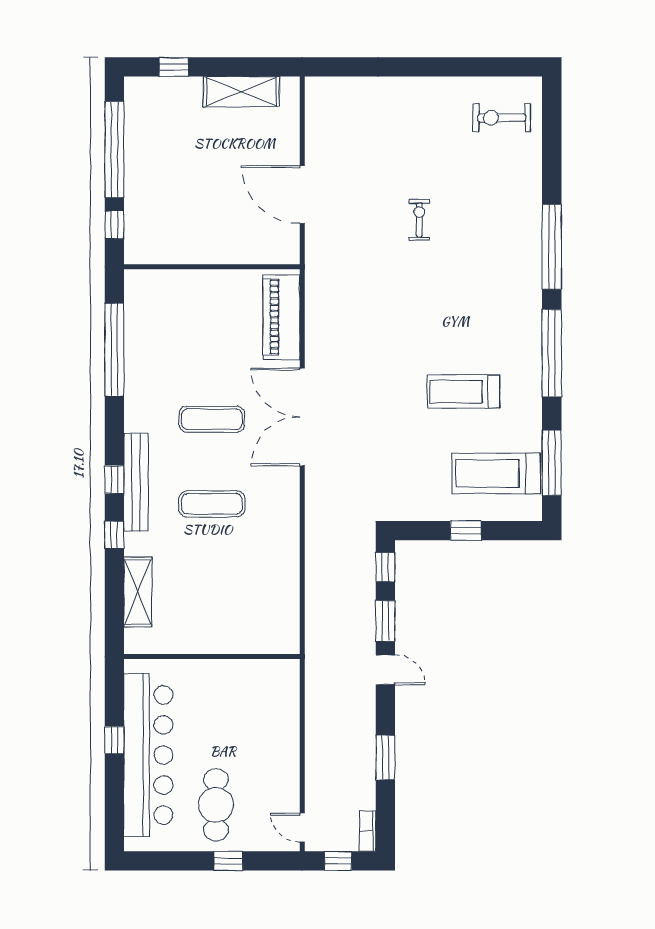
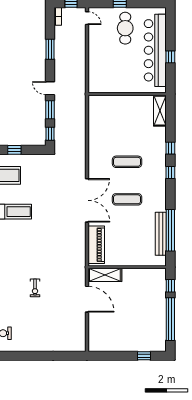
shelving: (241, 92) -> (105, 275), moved
bench: (136, 482) -> (161, 234), moved
shelving: (138, 592) -> (160, 111), moved

